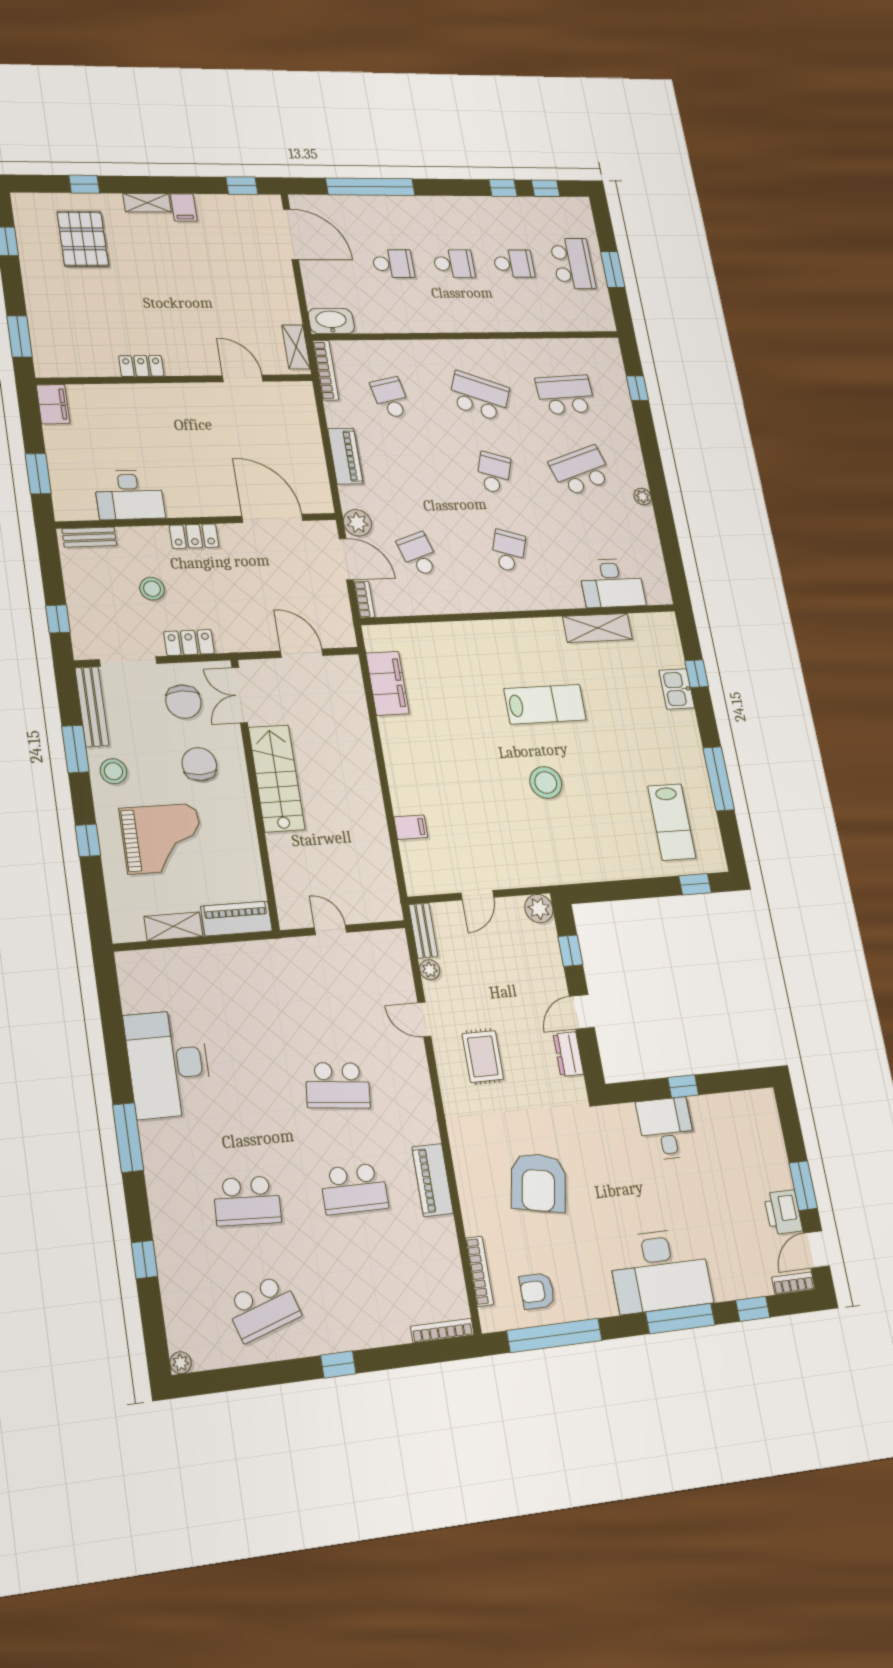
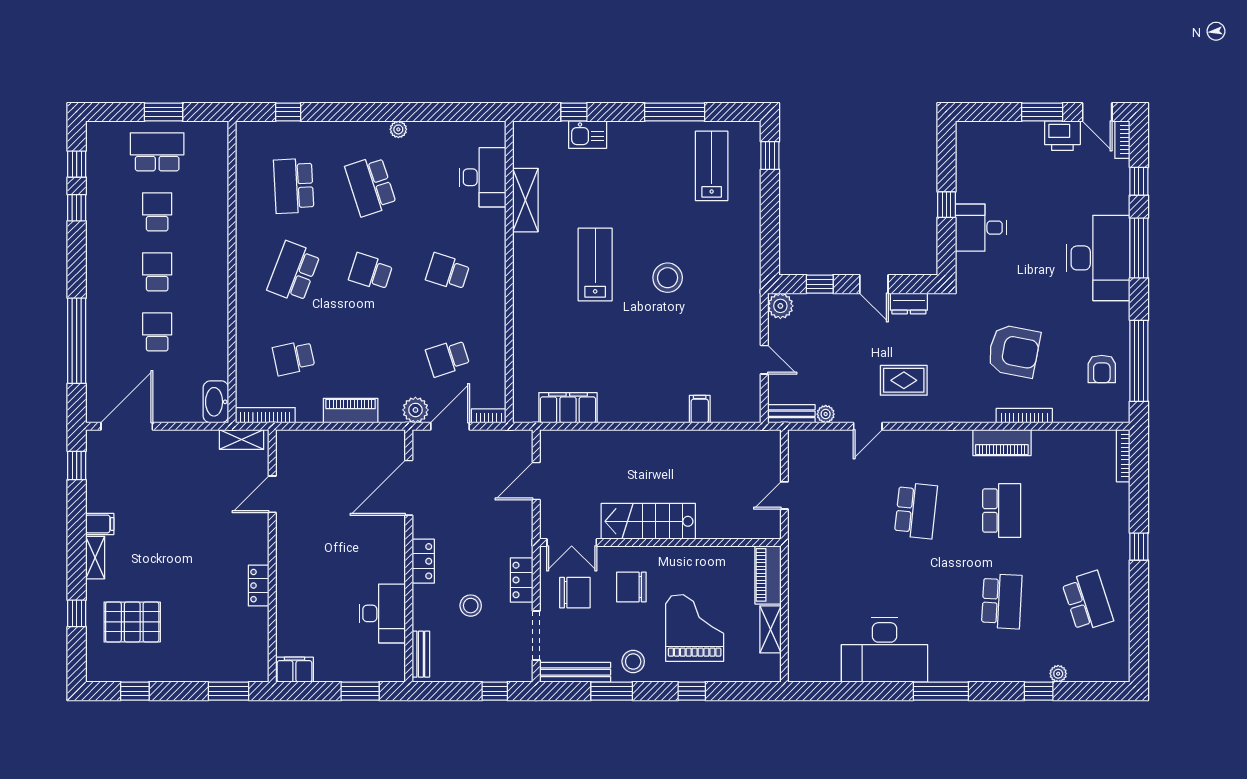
lab bench: (672, 822) -> (712, 166), turned -90
bookcase: (479, 1271) -> (1024, 416), moved
plant: (181, 1363) -> (1058, 674), moved

